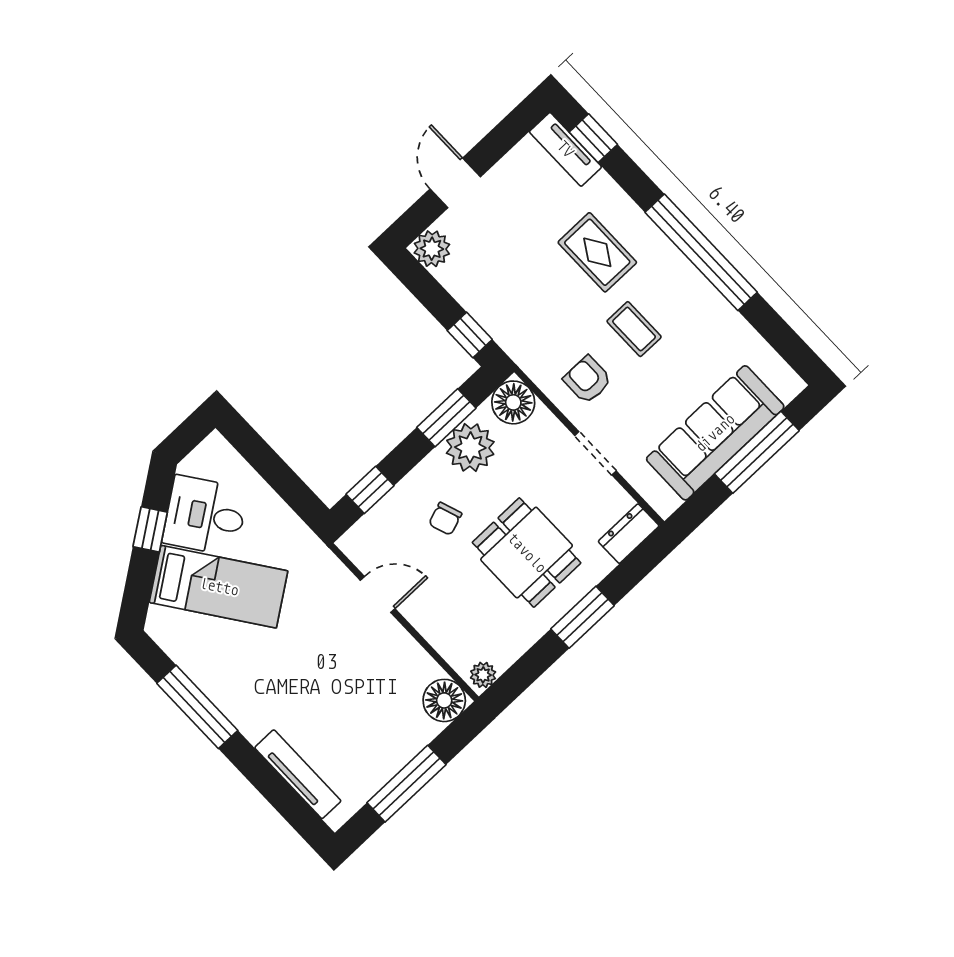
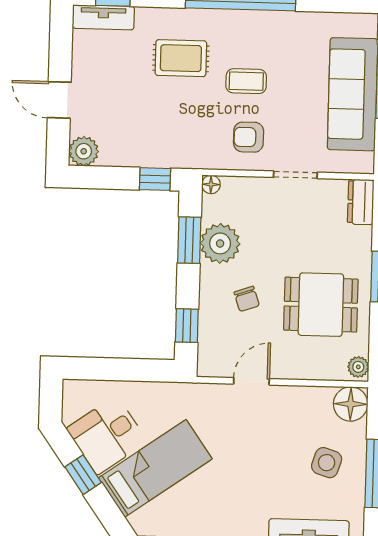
floor lamp: (513, 402) -> (211, 184), width x0.53, depth x0.53
dining table: (527, 553) -> (321, 305), moved
side table: (372, 731) -> (327, 463), added

